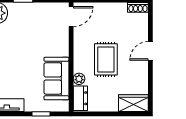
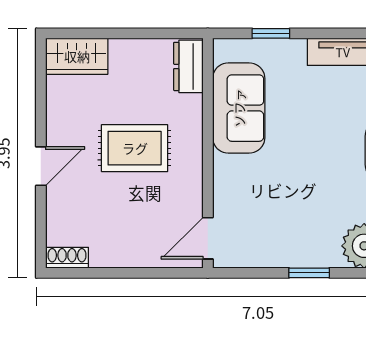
rug: (106, 59) -> (135, 148), turned 90
plant: (79, 79) -> (191, 107), removed

